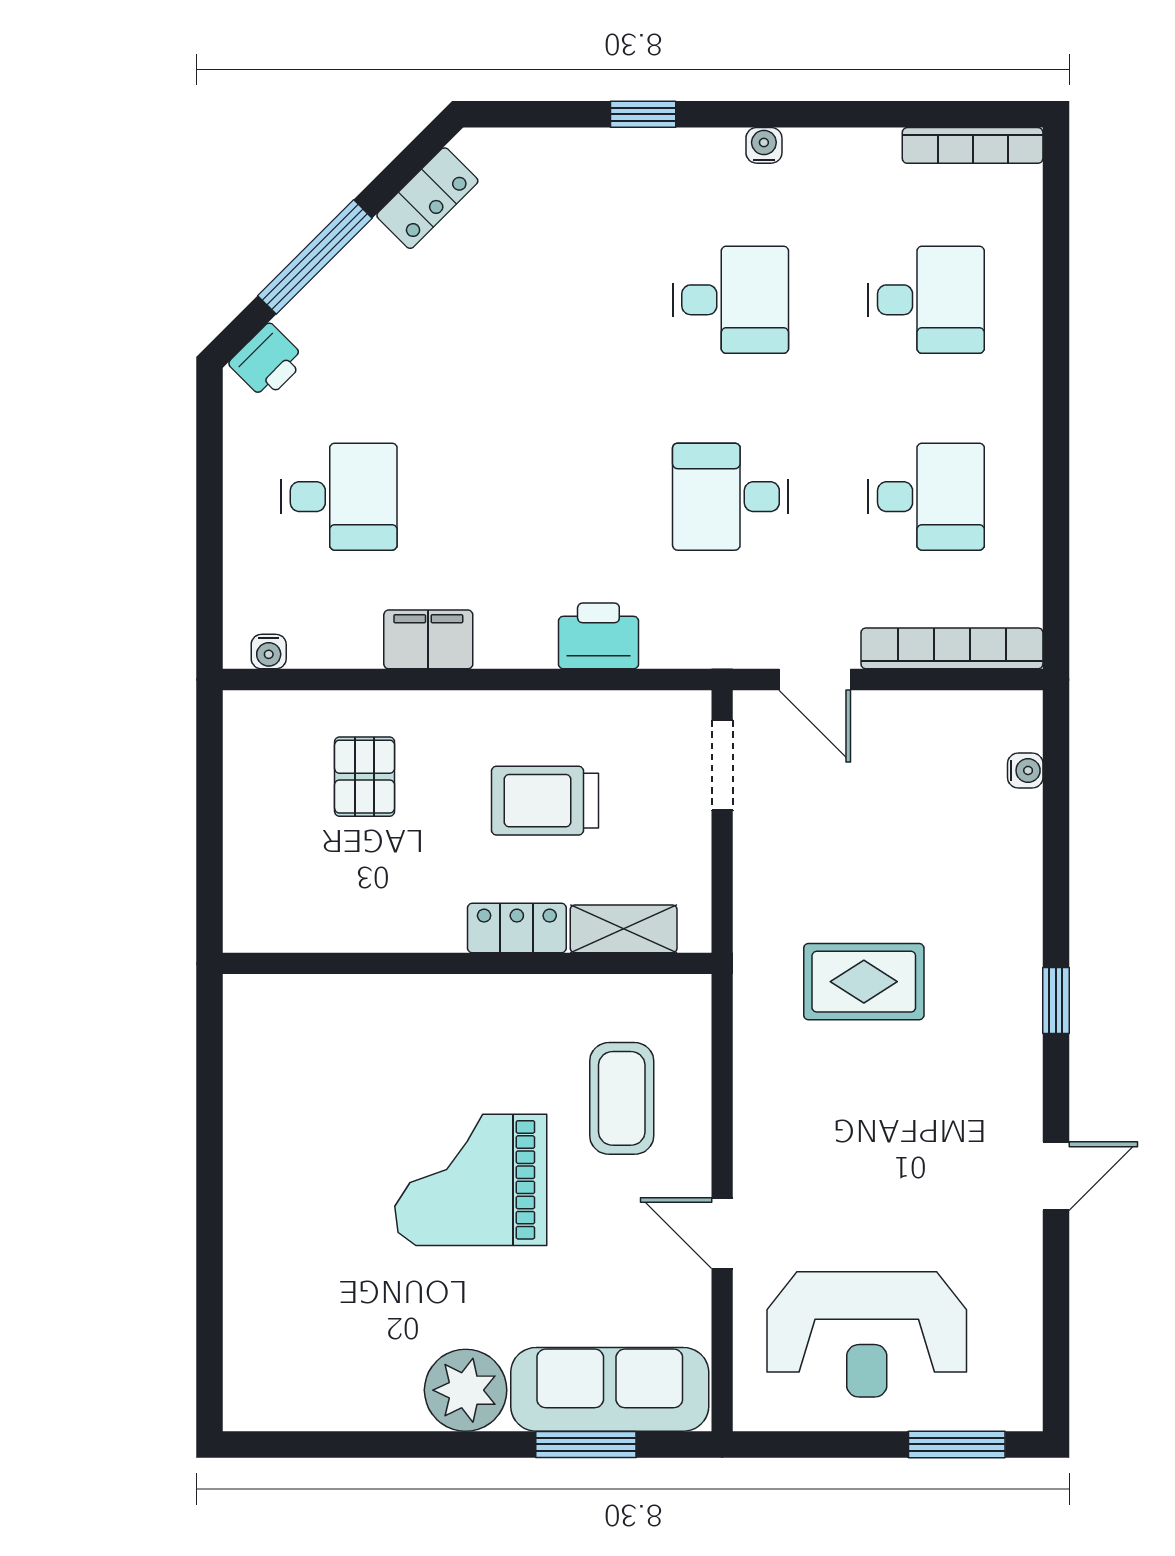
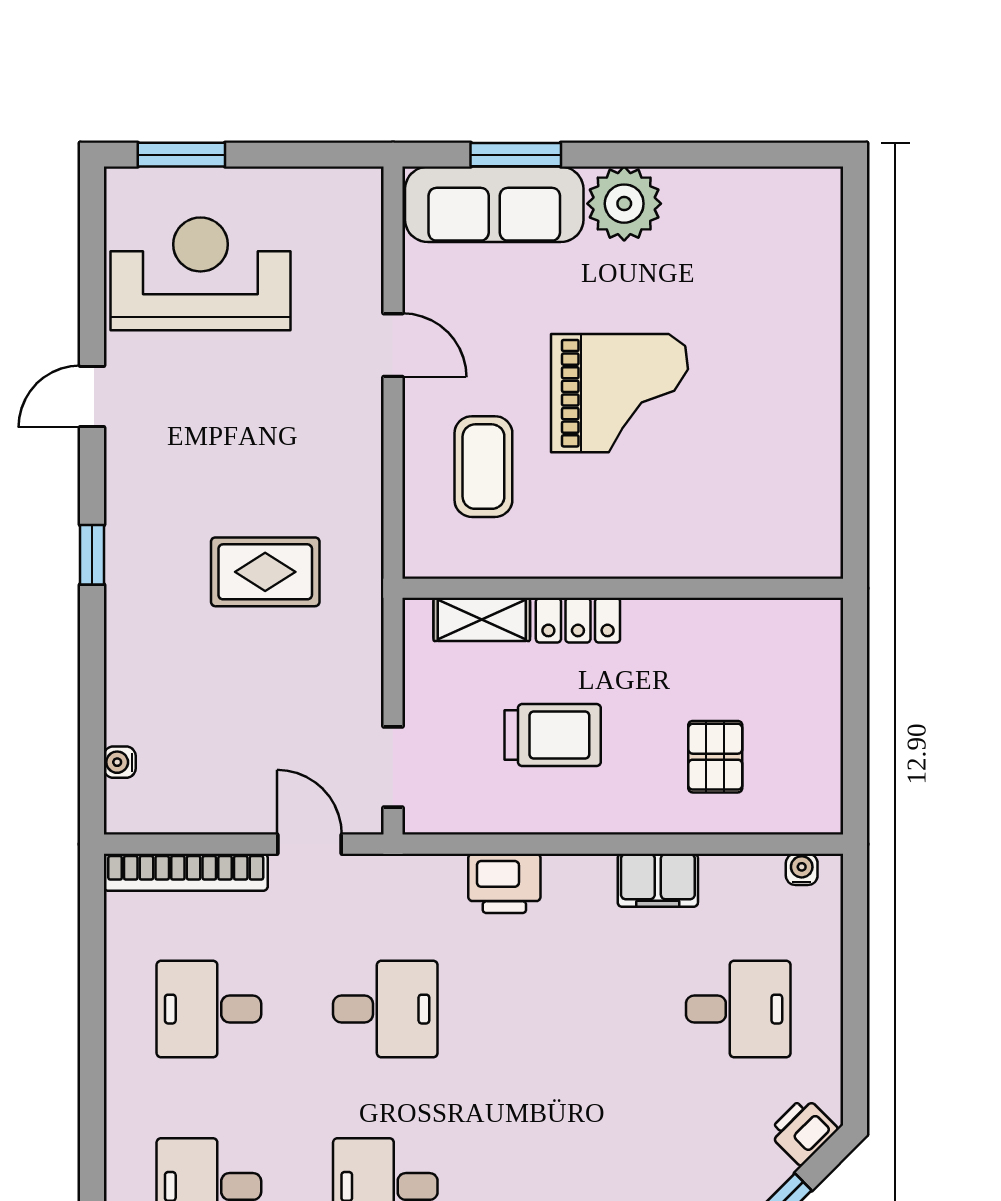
desk: (339, 497) -> (738, 1009), turned 180
reception desk: (867, 1334) -> (200, 274), moved

